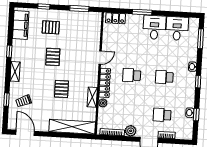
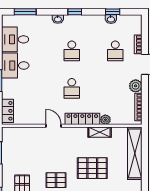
pallet: (61, 89) -> (92, 168), width x1.50, depth x1.42

